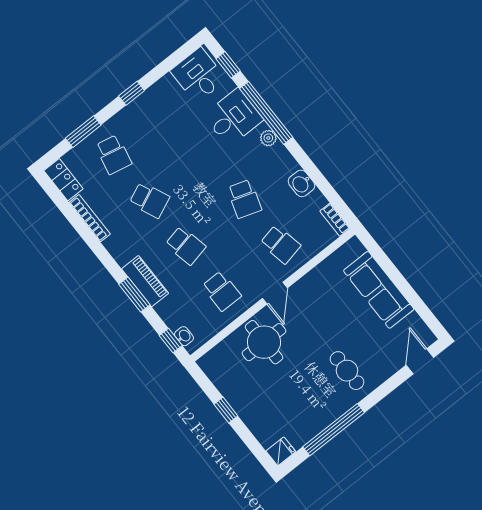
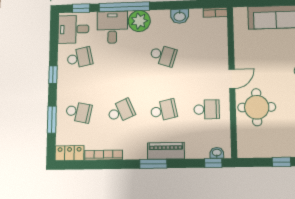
plant: (268, 138) -> (139, 21), width x1.87, depth x1.87
school desk: (280, 244) -> (80, 58), moved
door: (275, 293) -> (232, 79), hinge flipped
window: (134, 295) -> (153, 164), moved

